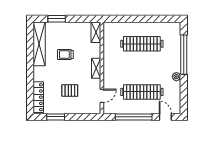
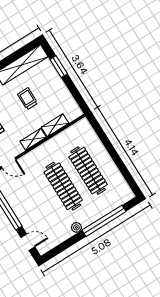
shelving: (96, 32) -> (55, 125), moved
clothes rail: (142, 92) -> (63, 186), moved
door: (165, 117) -> (28, 242), hinge flipped

